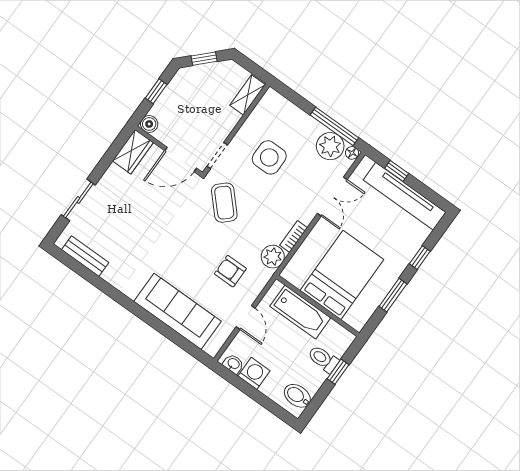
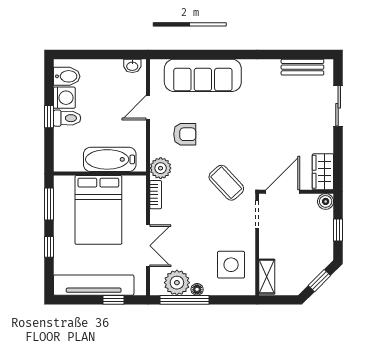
floor lamp: (352, 153) -> (197, 289), moved
side table: (269, 157) -> (231, 265), moved
double door: (332, 197) -> (148, 246), swing flipped
bed: (342, 275) -> (98, 210), moved
wall: (318, 306) -> (100, 174), moved
bathtub: (300, 312) -> (110, 159), moved
door: (246, 317) -> (148, 108), hinge flipped
washing machine: (254, 373) -> (64, 98), moved, turned -90

